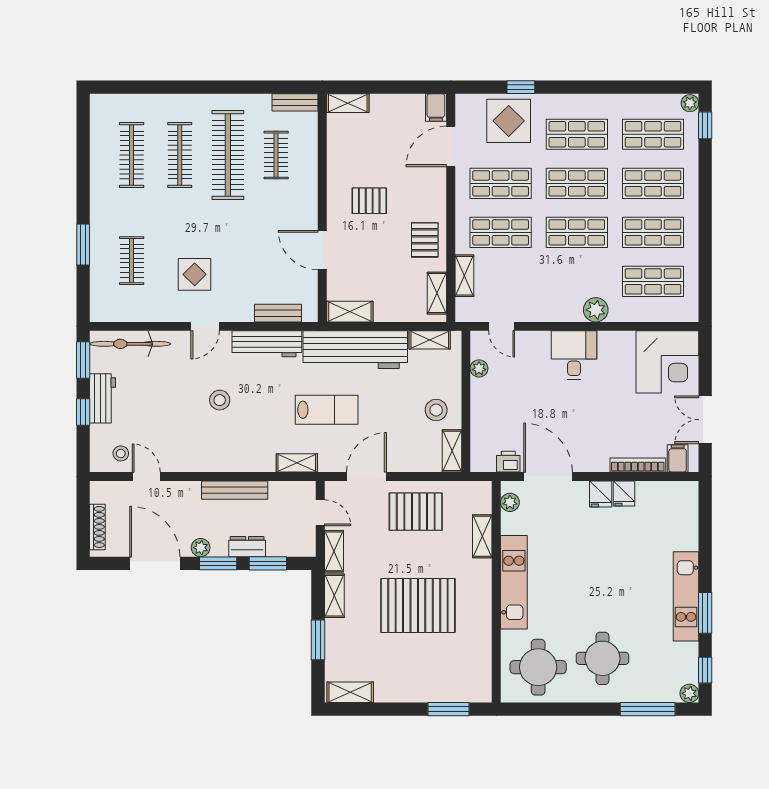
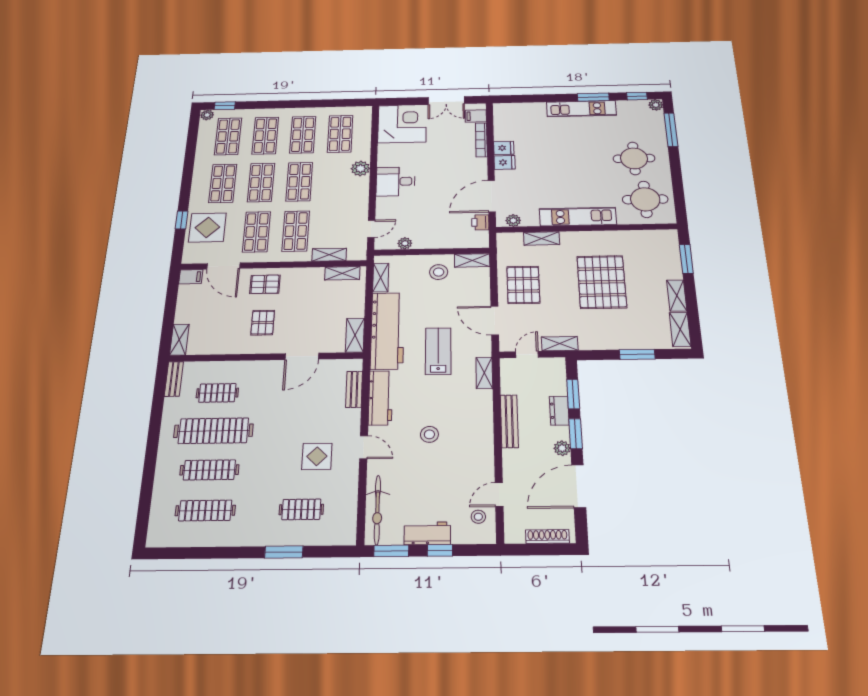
pallet: (425, 240) -> (265, 284), moved
shelving: (334, 596) -> (677, 296), moved, turned 90

